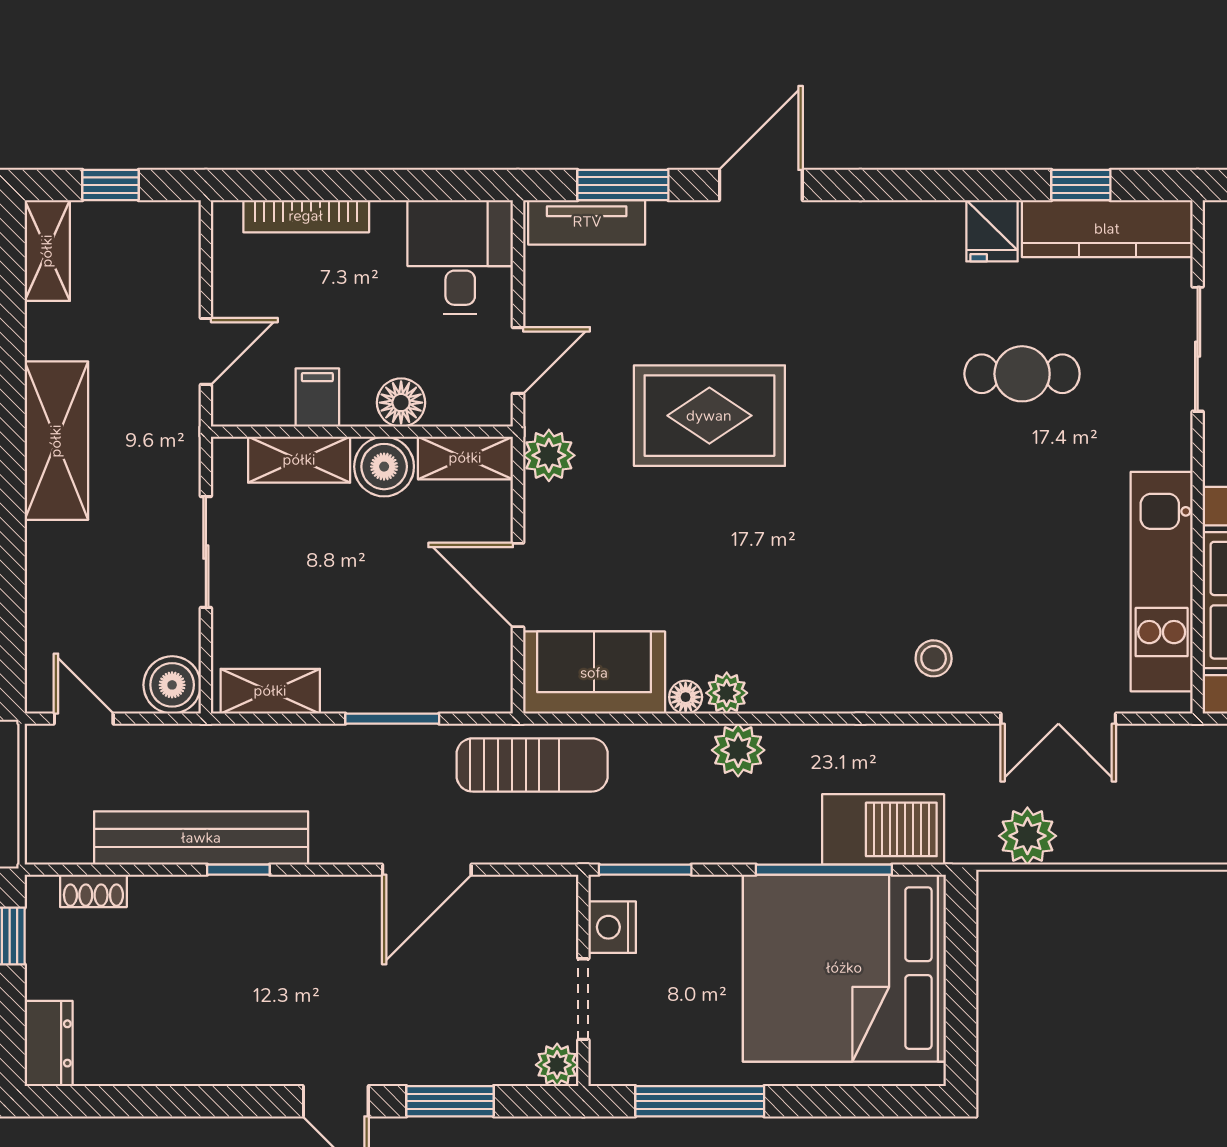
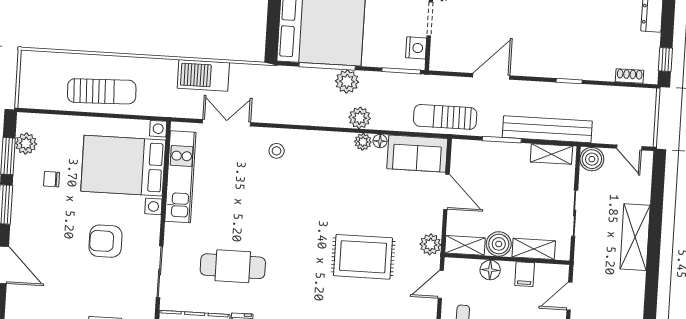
cafe table: (1022, 374) -> (233, 266), width x1.37, depth x1.35
shelving: (56, 441) -> (635, 237), moved
barbecue: (883, 829) -> (203, 75), moved
plant: (1027, 836) -> (347, 81), moved
bench: (201, 838) -> (547, 129), moved

